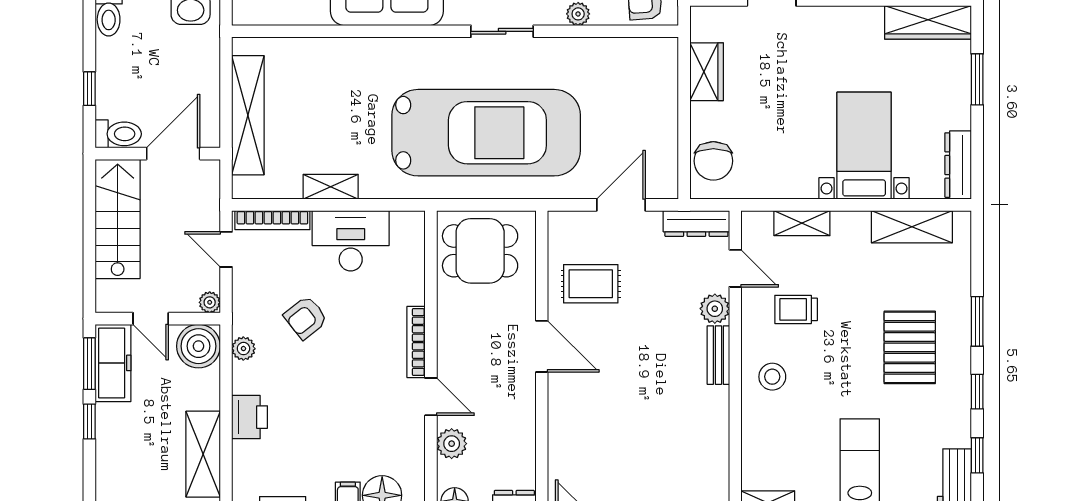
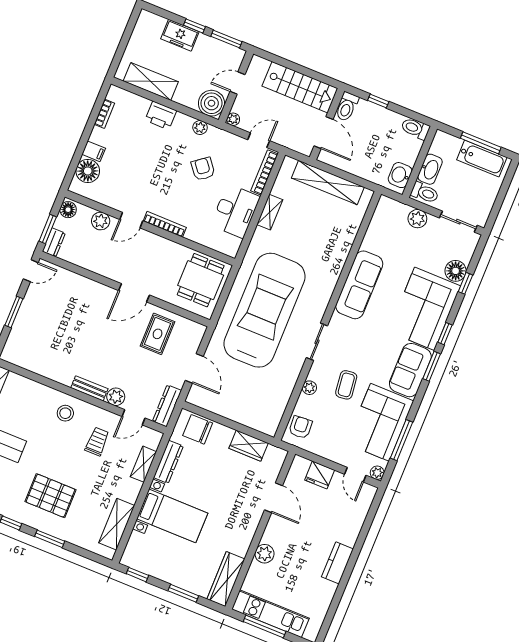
car: (486, 133) -> (265, 310), turned 180
window: (977, 162) -> (137, 575), added
dresser: (958, 165) -> (168, 462), moved, turned 90
freezer: (113, 363) -> (180, 35), moved, width x0.71

